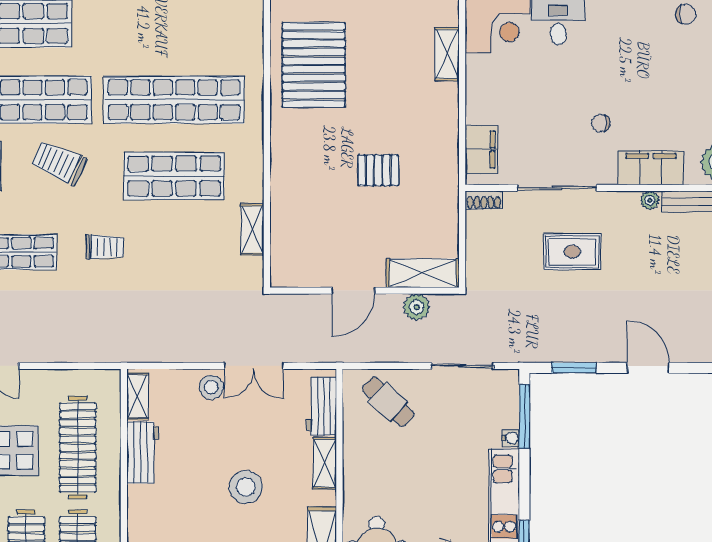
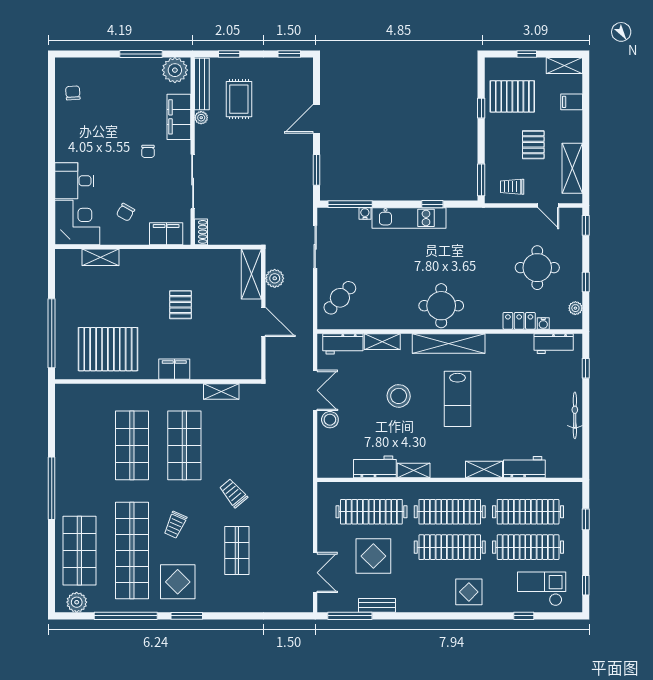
chair: (513, 90) -> (126, 212), added
shop shelf: (174, 100) -> (132, 445), width x0.71
filing cabinet: (285, 161) -> (174, 369), added
trolley: (59, 163) -> (175, 525), width x0.73, depth x0.72
trolley: (105, 247) -> (233, 493), turned -40
rug: (572, 252) -> (239, 99), moved
shelving: (138, 396) -> (414, 470), moved

